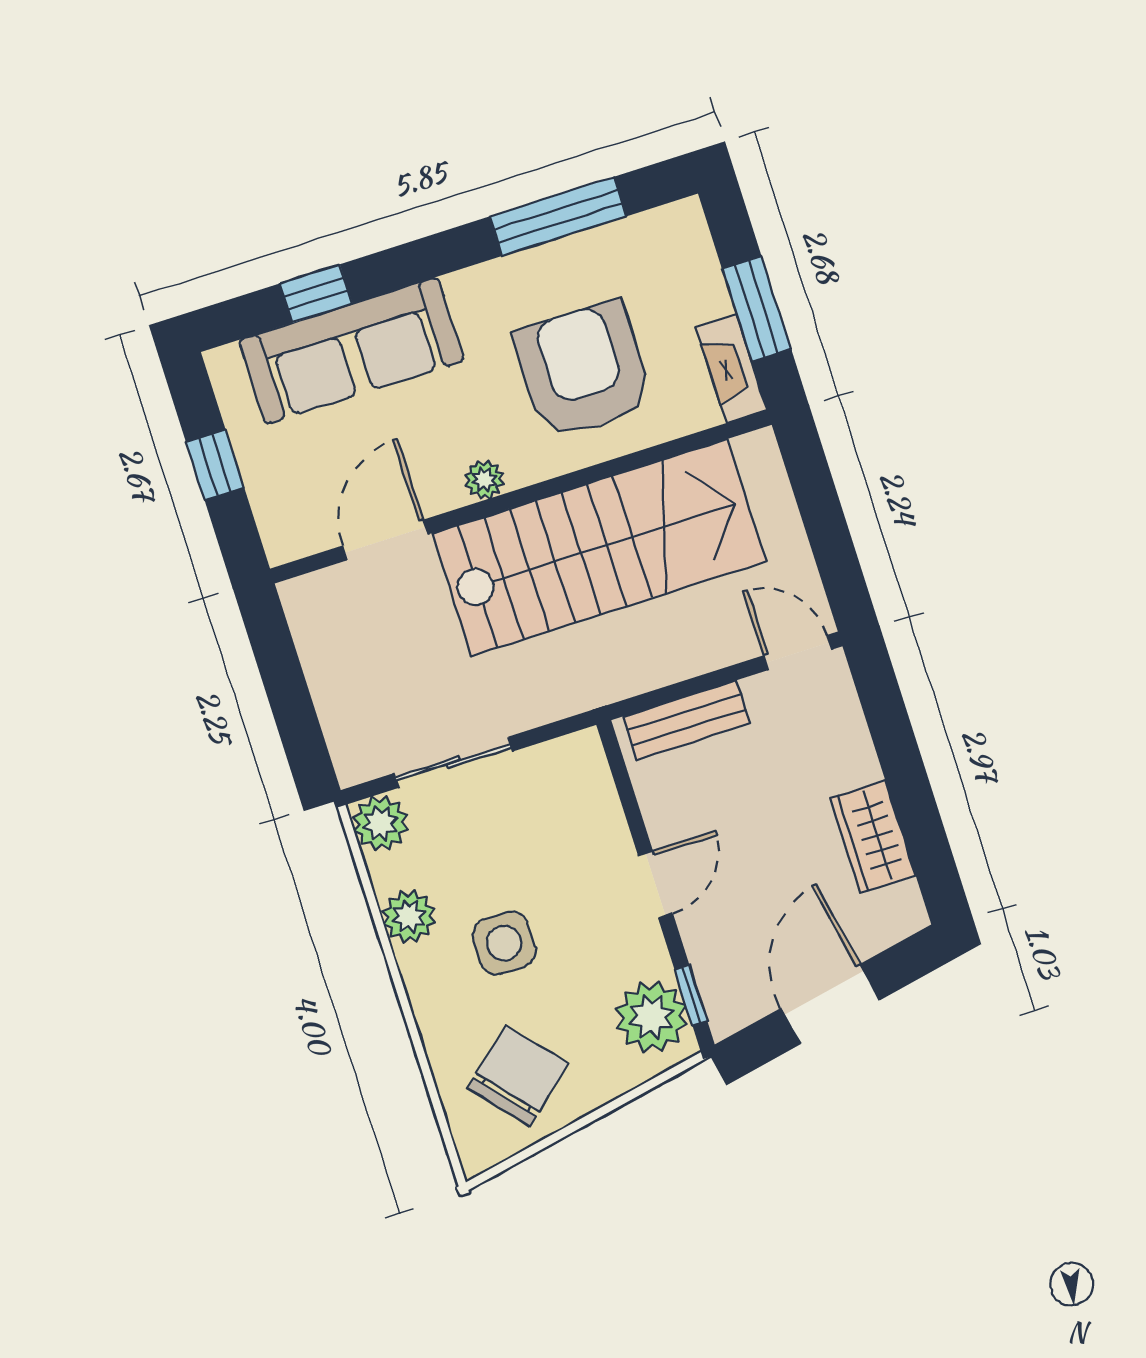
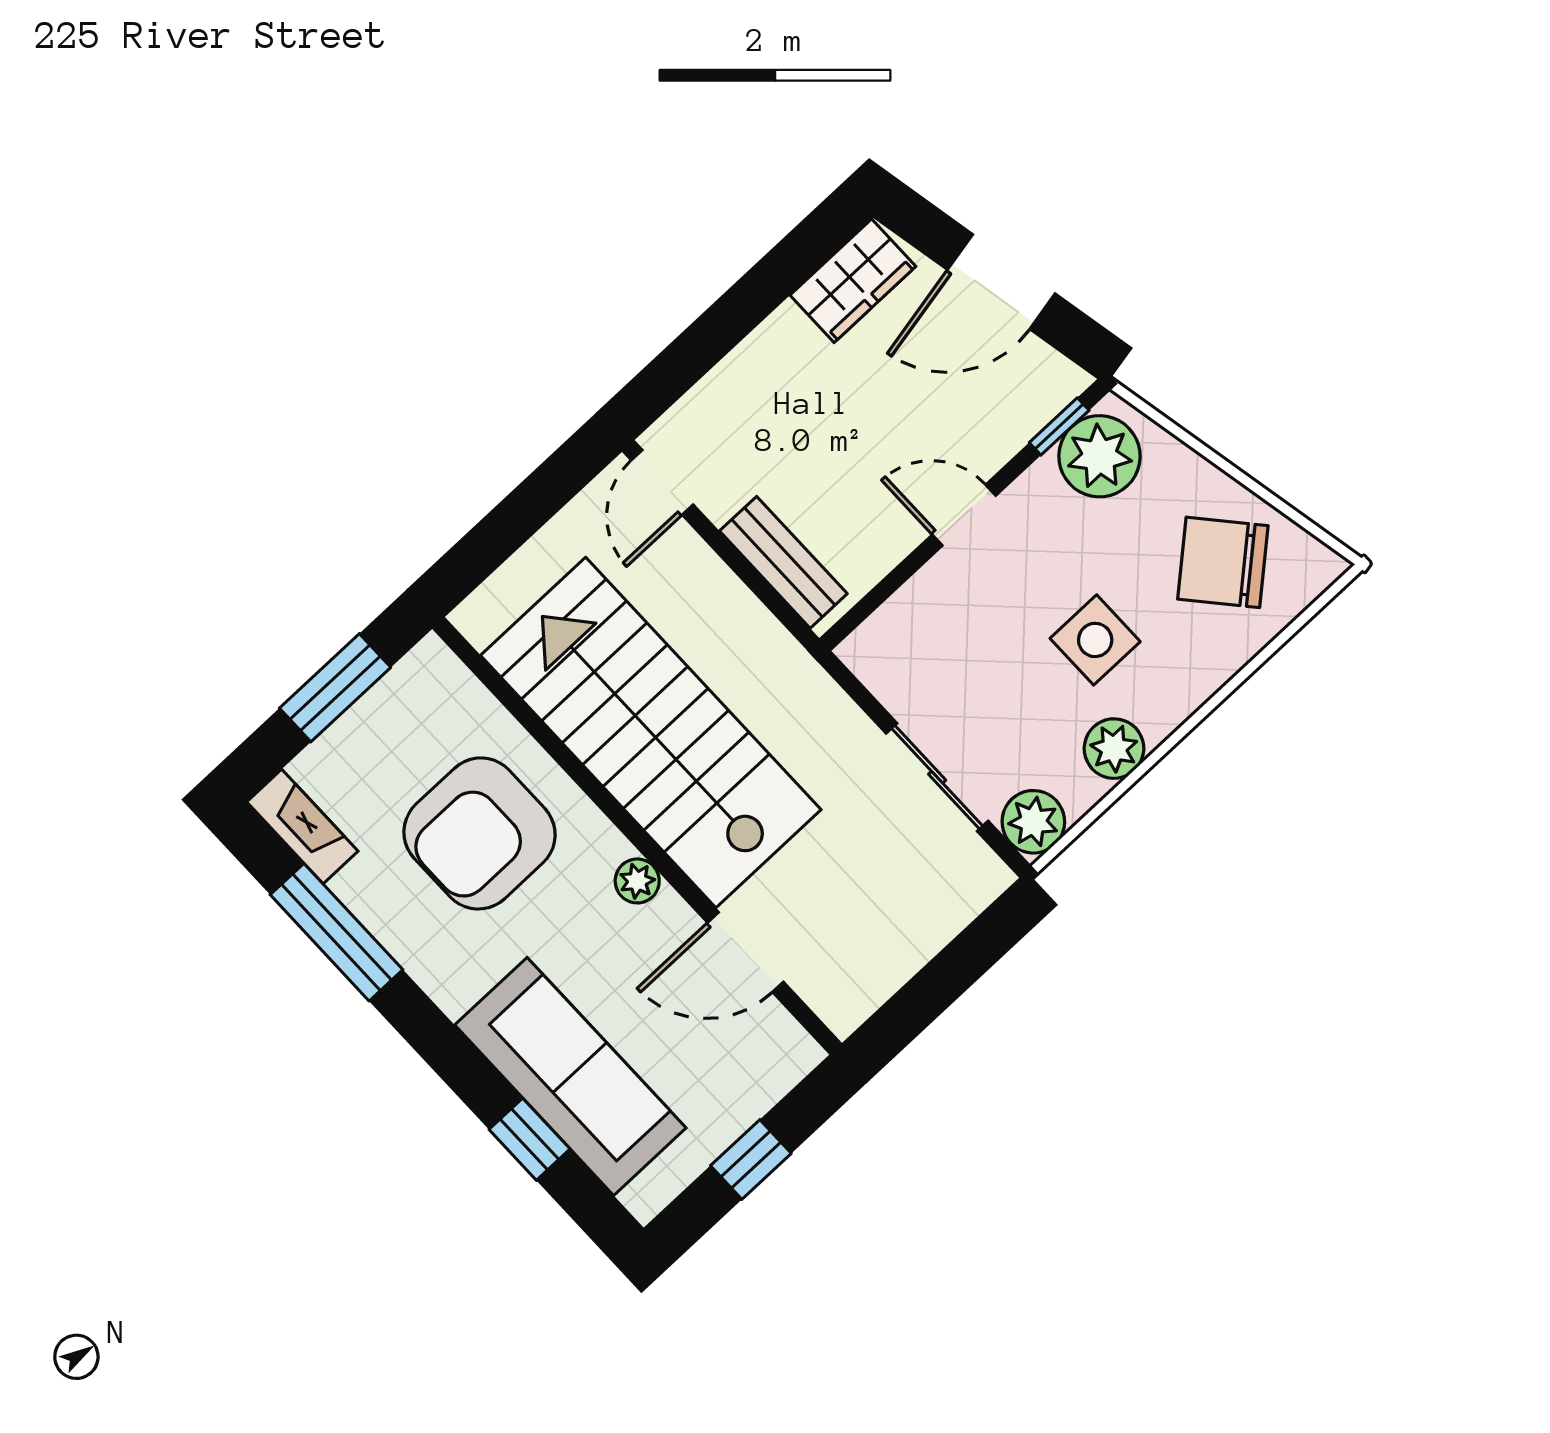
fireplace: (731, 369) -> (302, 827), moved, turned -90
wardrobe: (873, 837) -> (853, 281), moved

